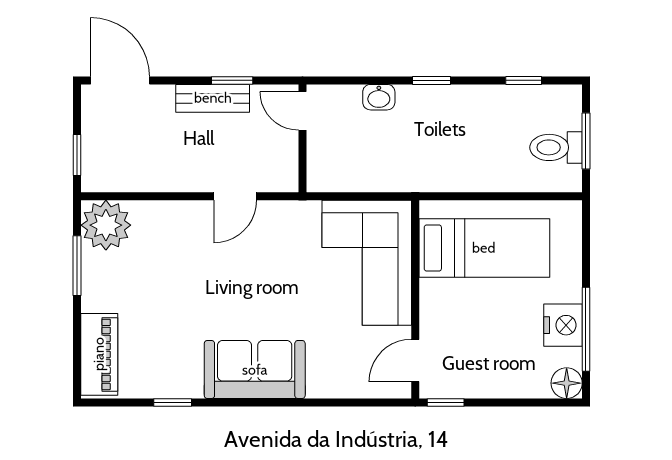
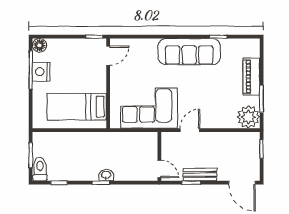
washbasin: (379, 97) -> (106, 175), moved
toilet: (556, 147) -> (40, 169), moved, turned -90
corner sofa: (367, 263) -> (149, 108), moved, turned -90
piano: (99, 354) -> (251, 77), moved
sofa: (255, 370) -> (189, 52), width x1.36

